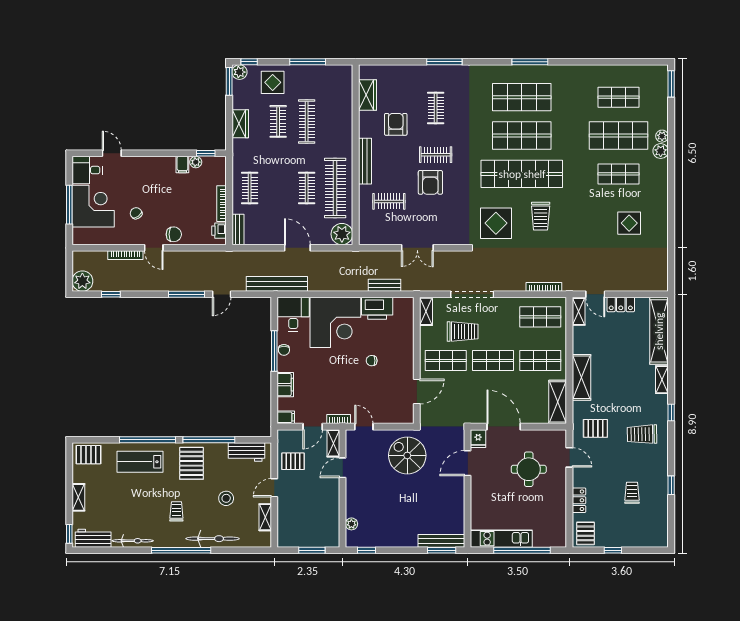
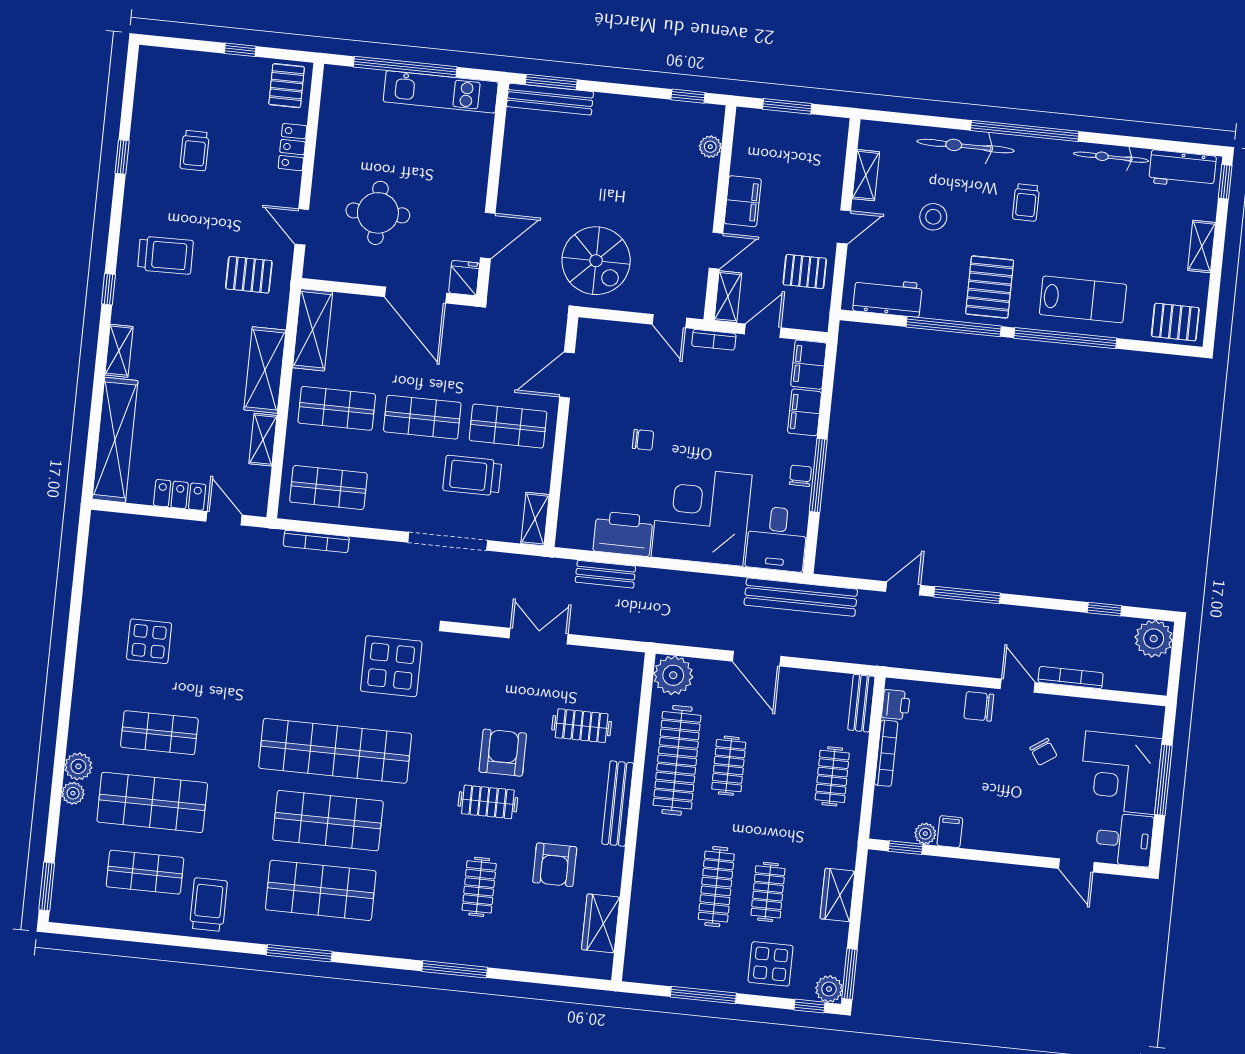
trolley: (541, 216) -> (208, 905), moved
shelving: (579, 311) -> (263, 440), moved
filing cabinet: (286, 417) -> (809, 365), width x2.00
filing cabinet: (331, 496) -> (743, 201), added

